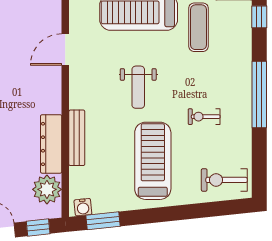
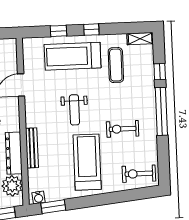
window: (259, 17) -> (160, 72), moved
exercise bike: (204, 117) -> (123, 129), width x1.38, depth x1.39

